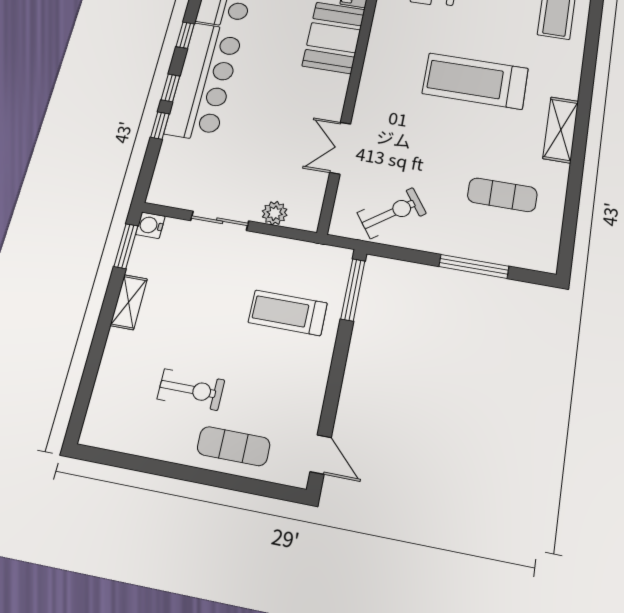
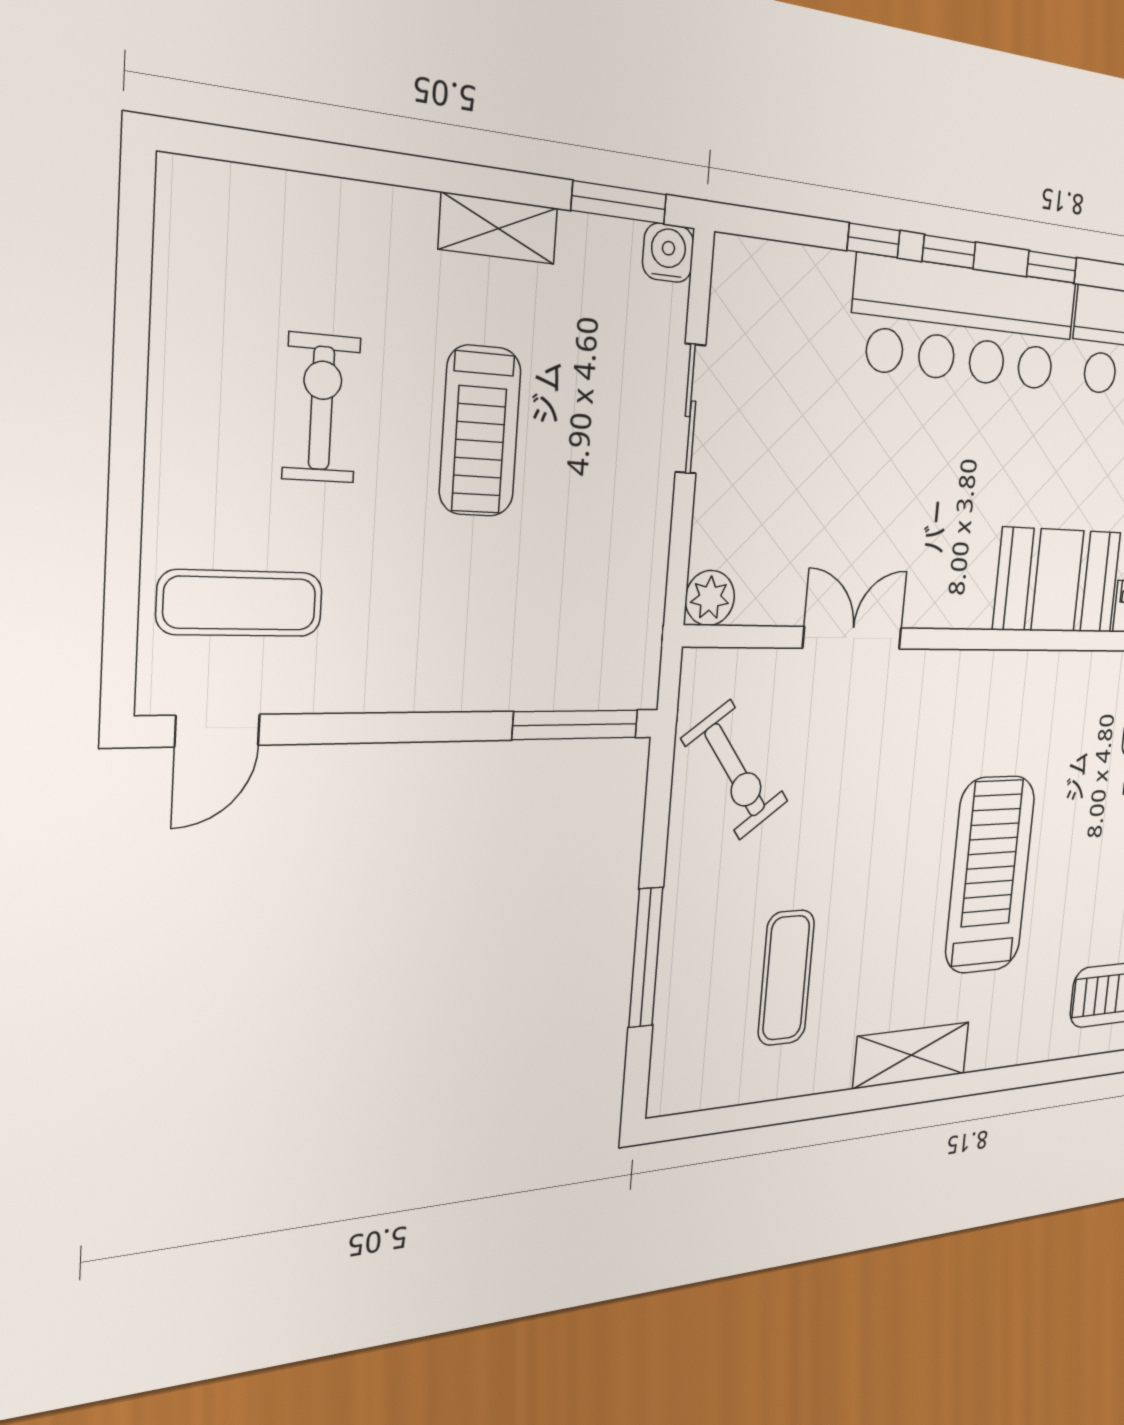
plant: (275, 213) -> (710, 598), moved
treadmill: (288, 313) -> (480, 431), moved, turned 180
exercise bike: (191, 390) -> (321, 408), turned 180
exercise mat: (234, 446) -> (240, 603), moved, turned 90

